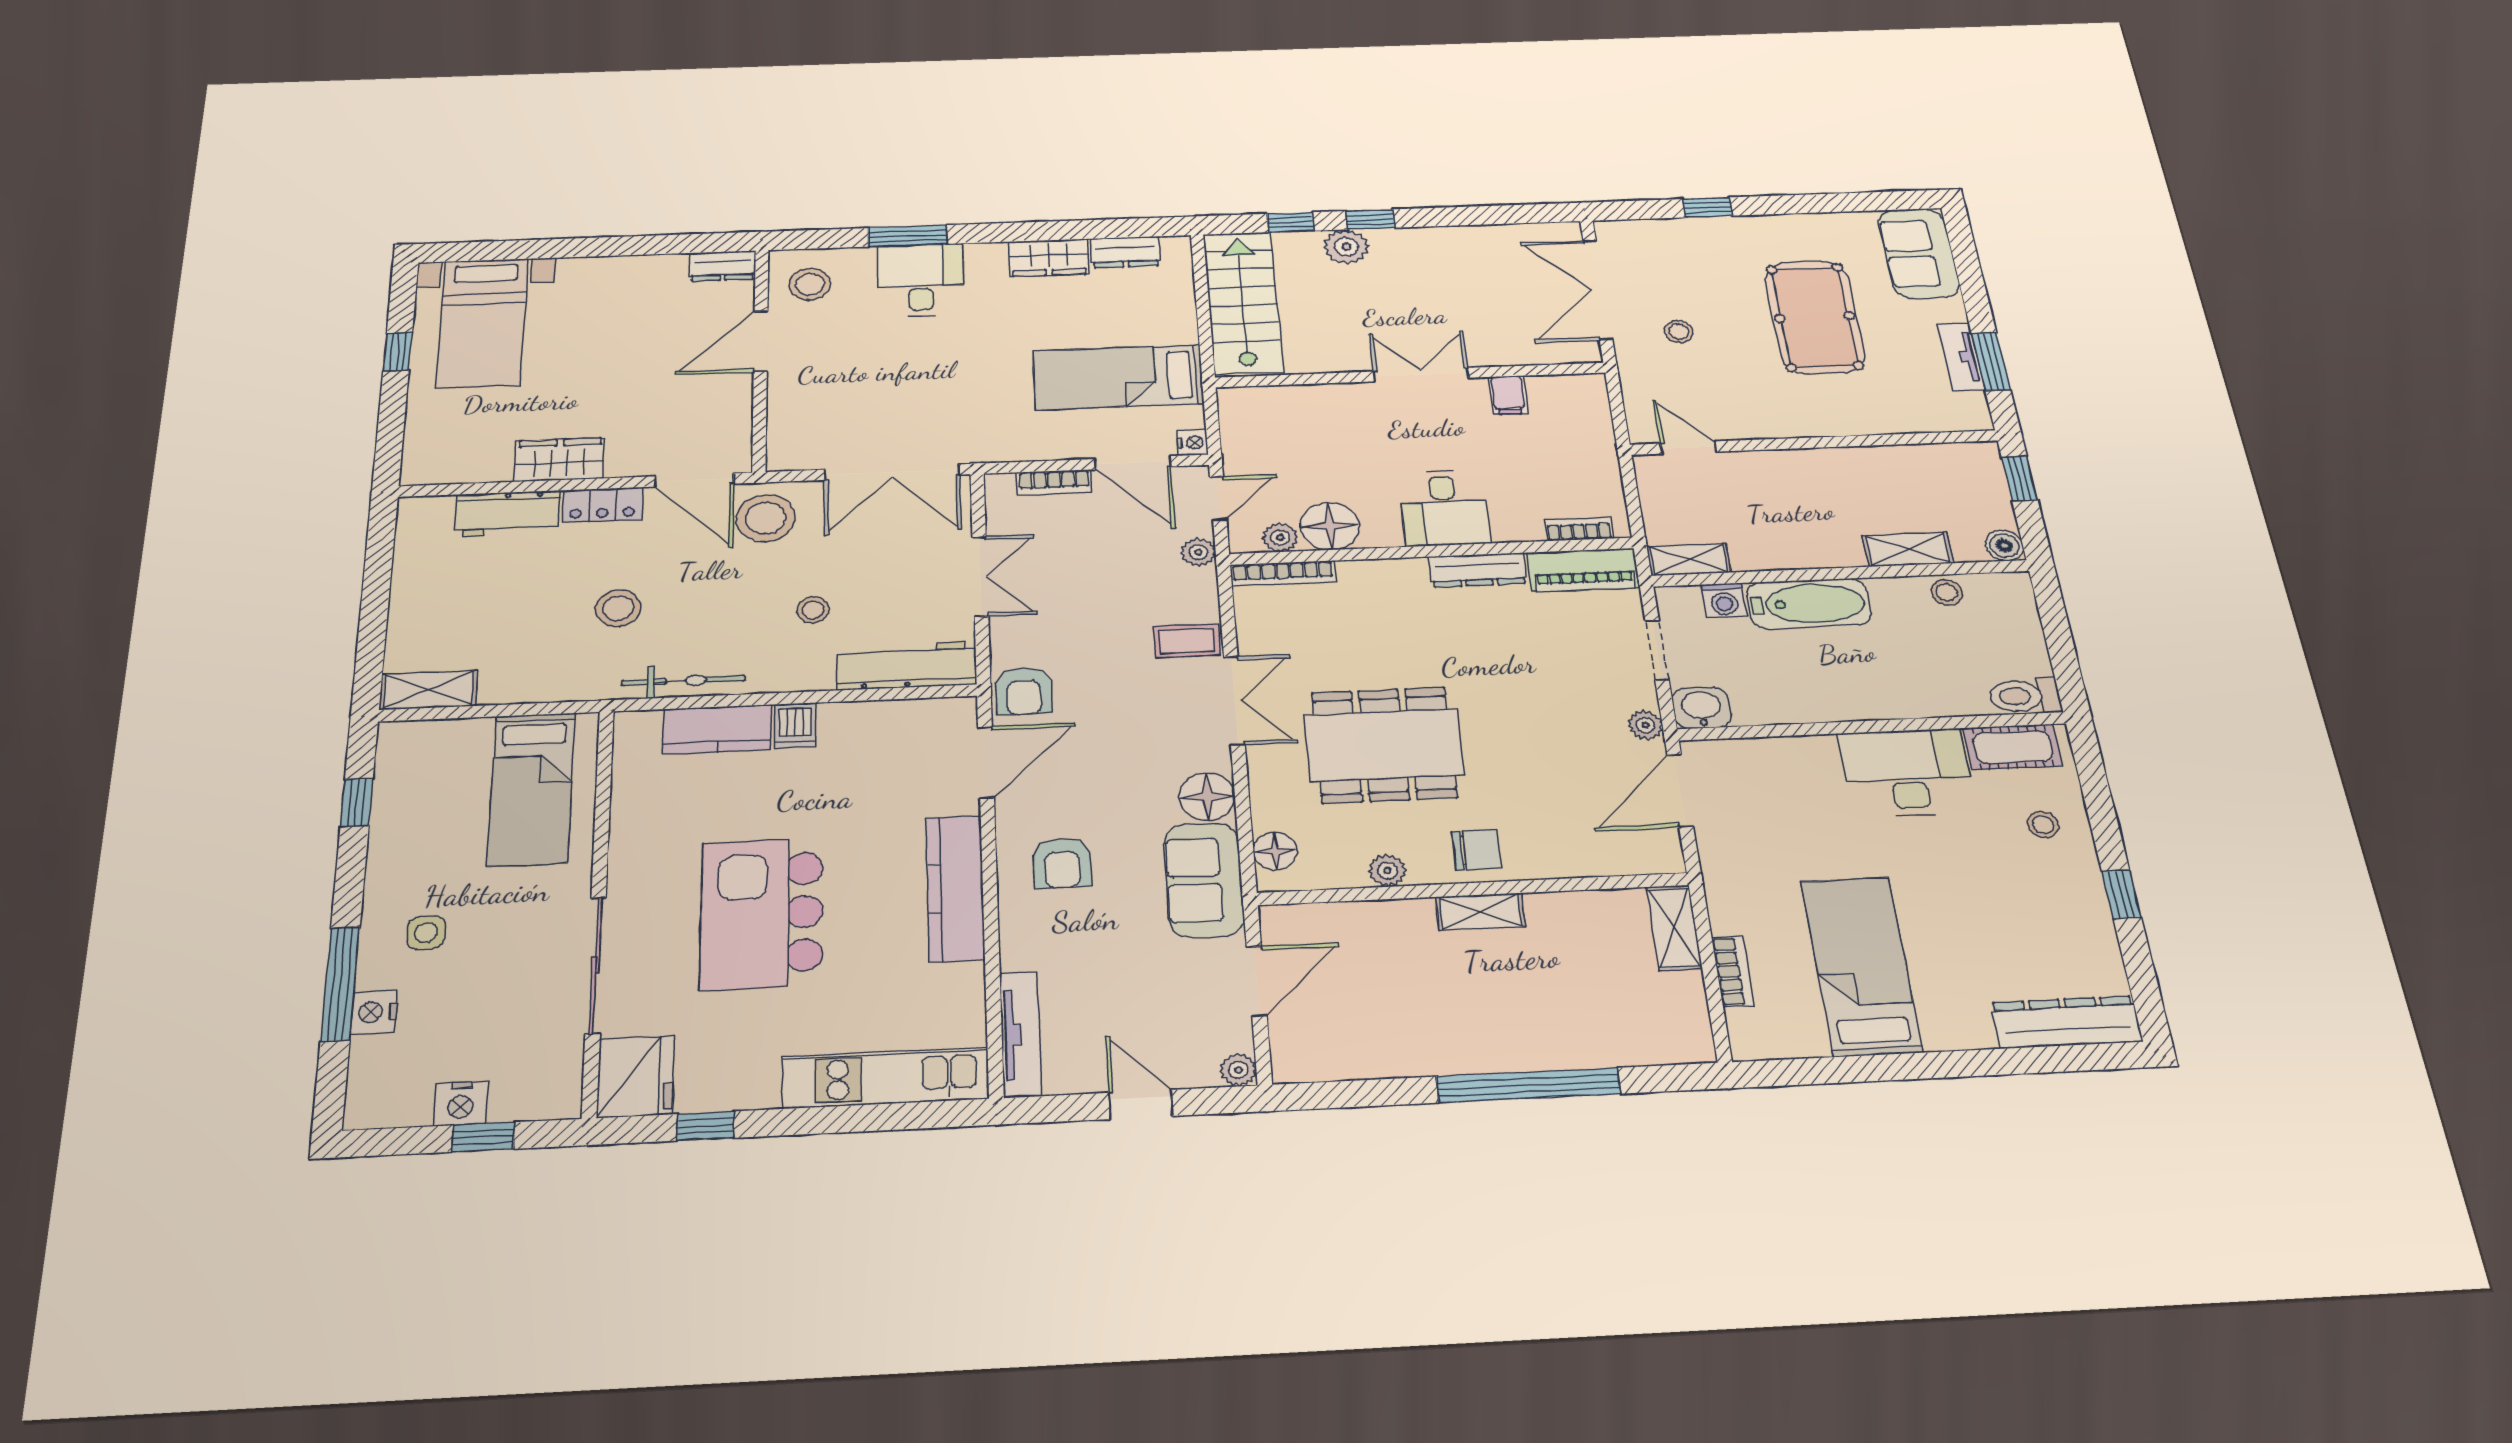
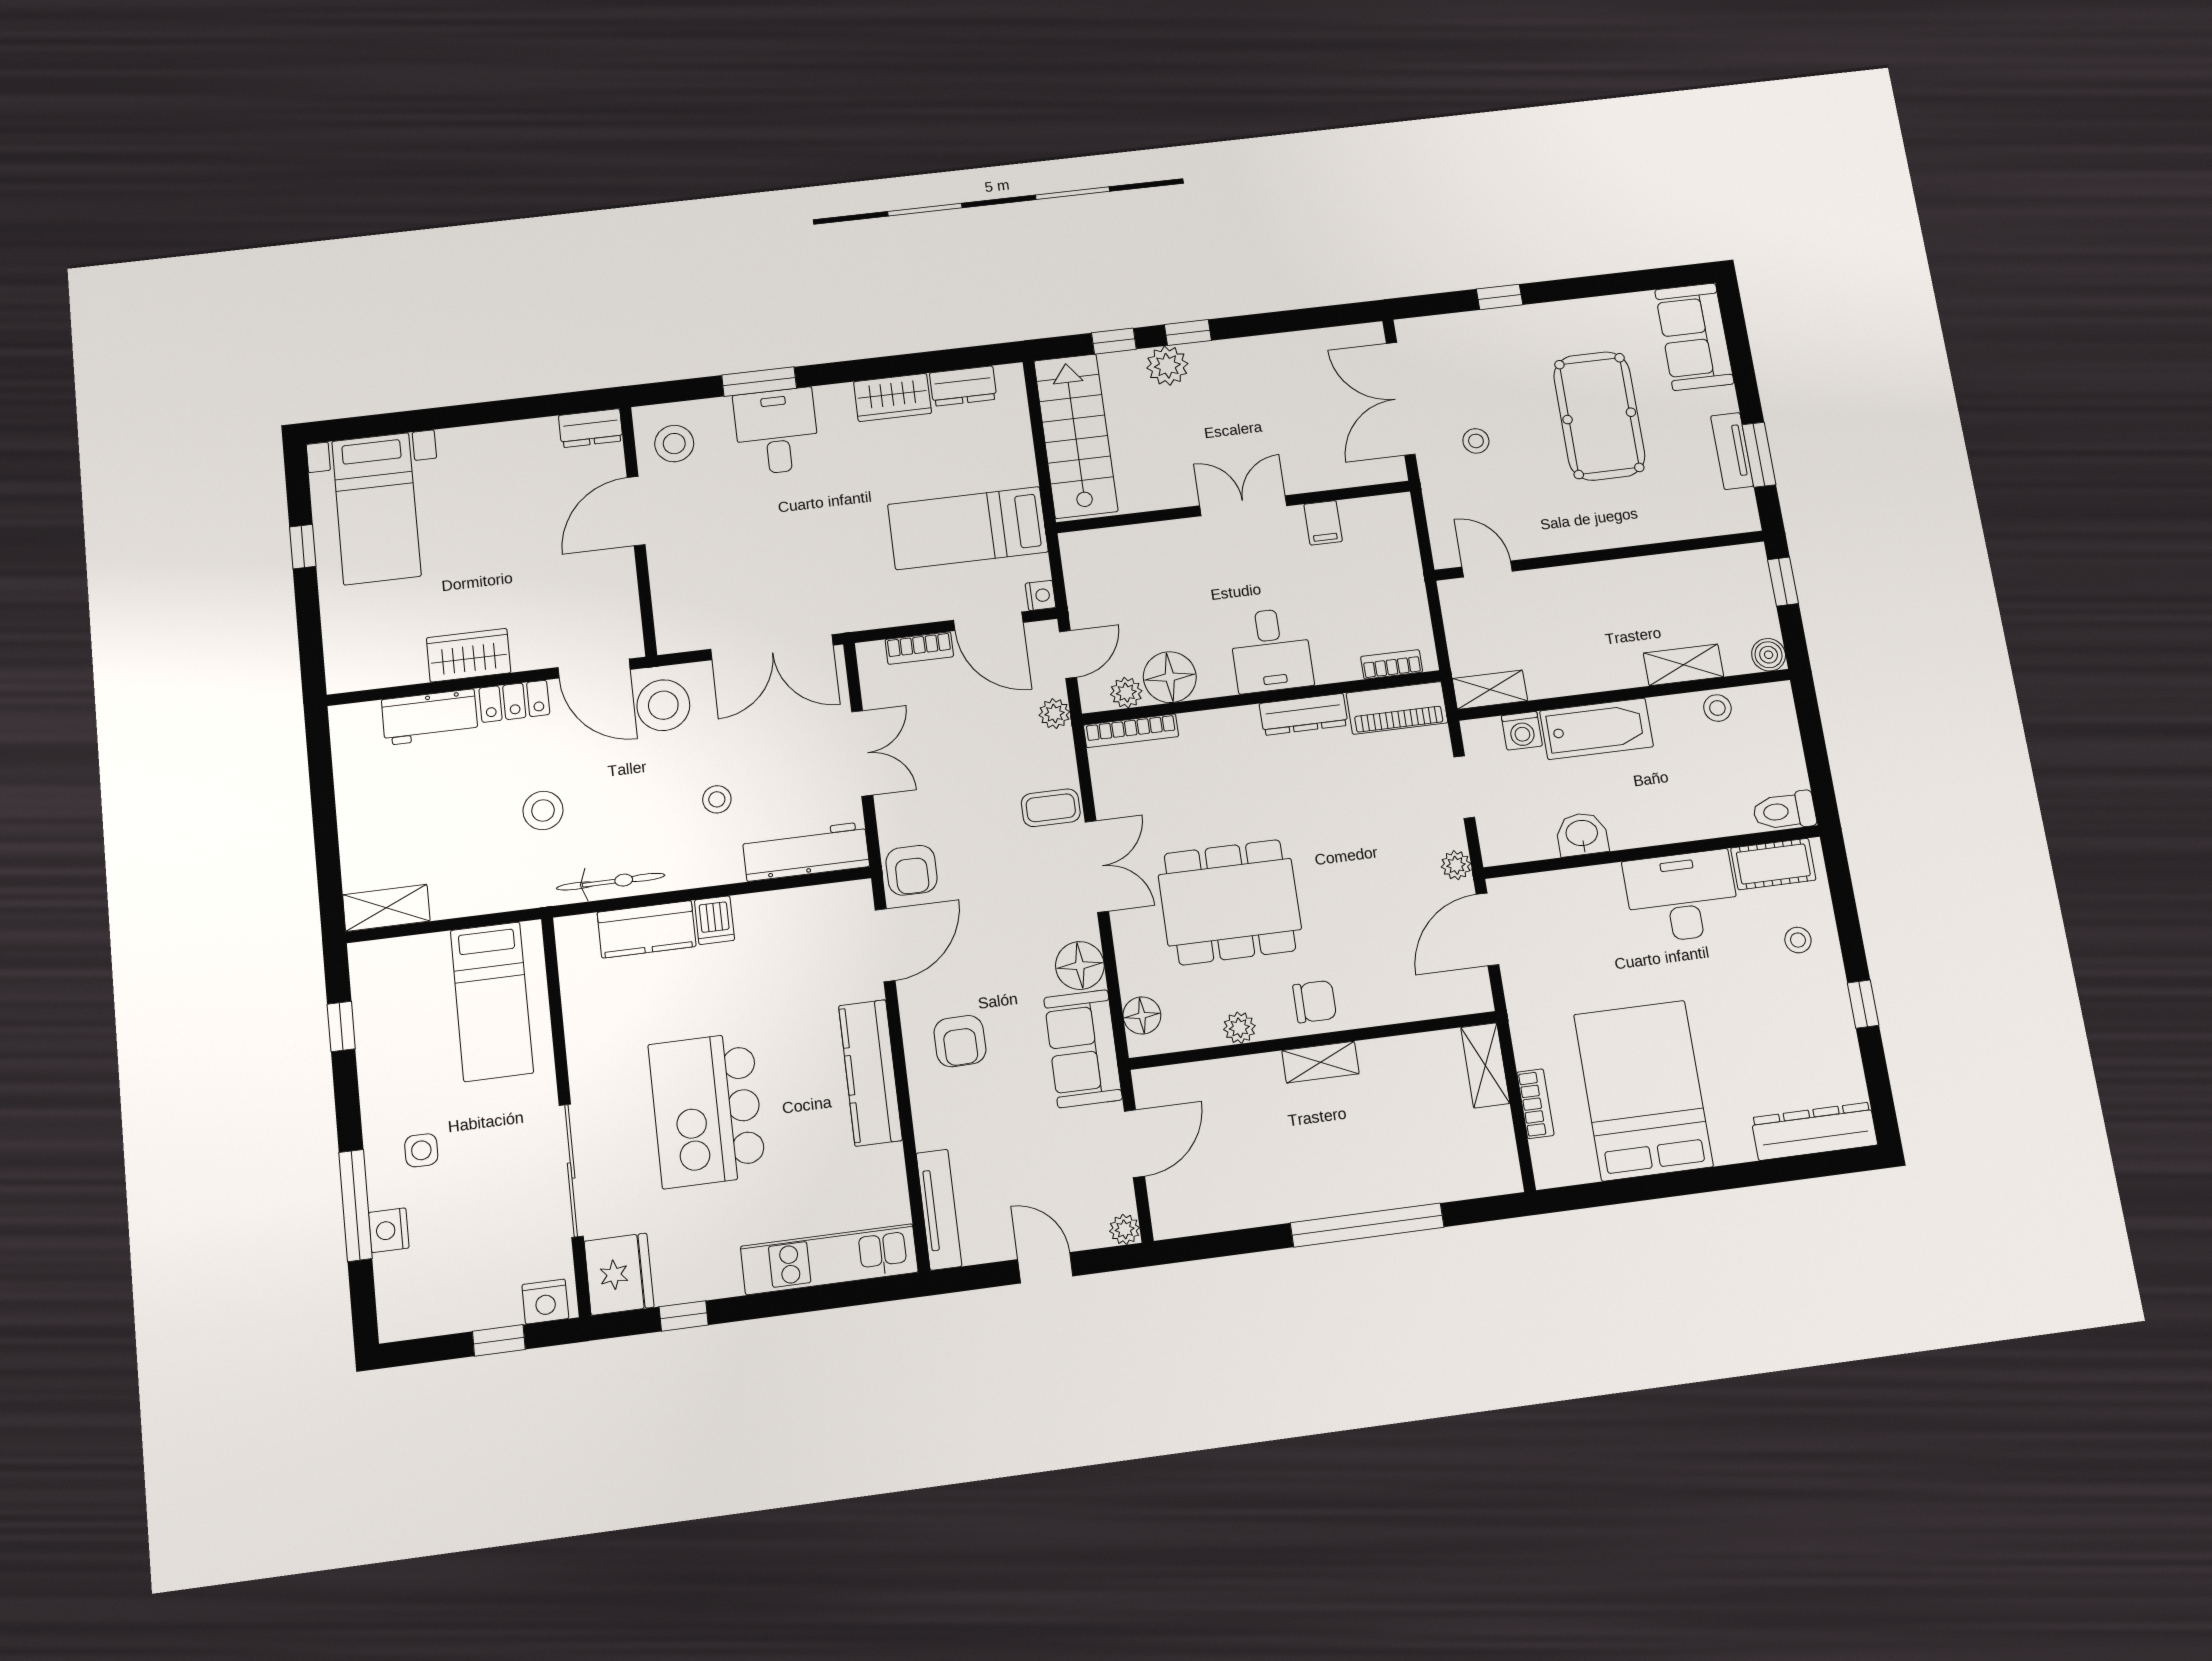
washbasin: (1701, 708) -> (1582, 834), moved
bed: (1861, 966) -> (1643, 1090), width x1.50
nightstand: (461, 1104) -> (545, 1302), moved

